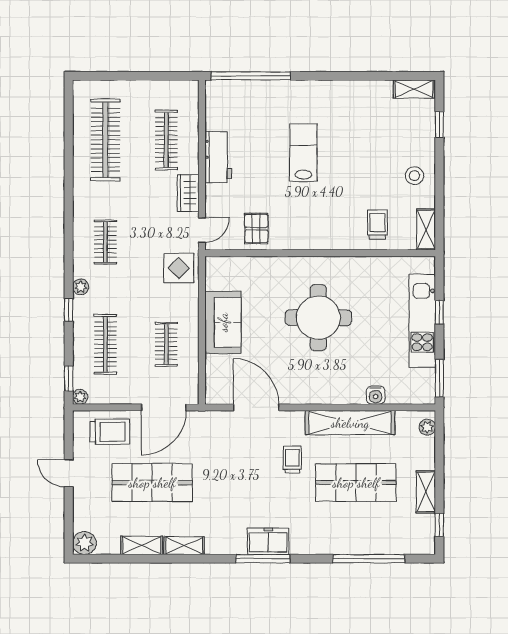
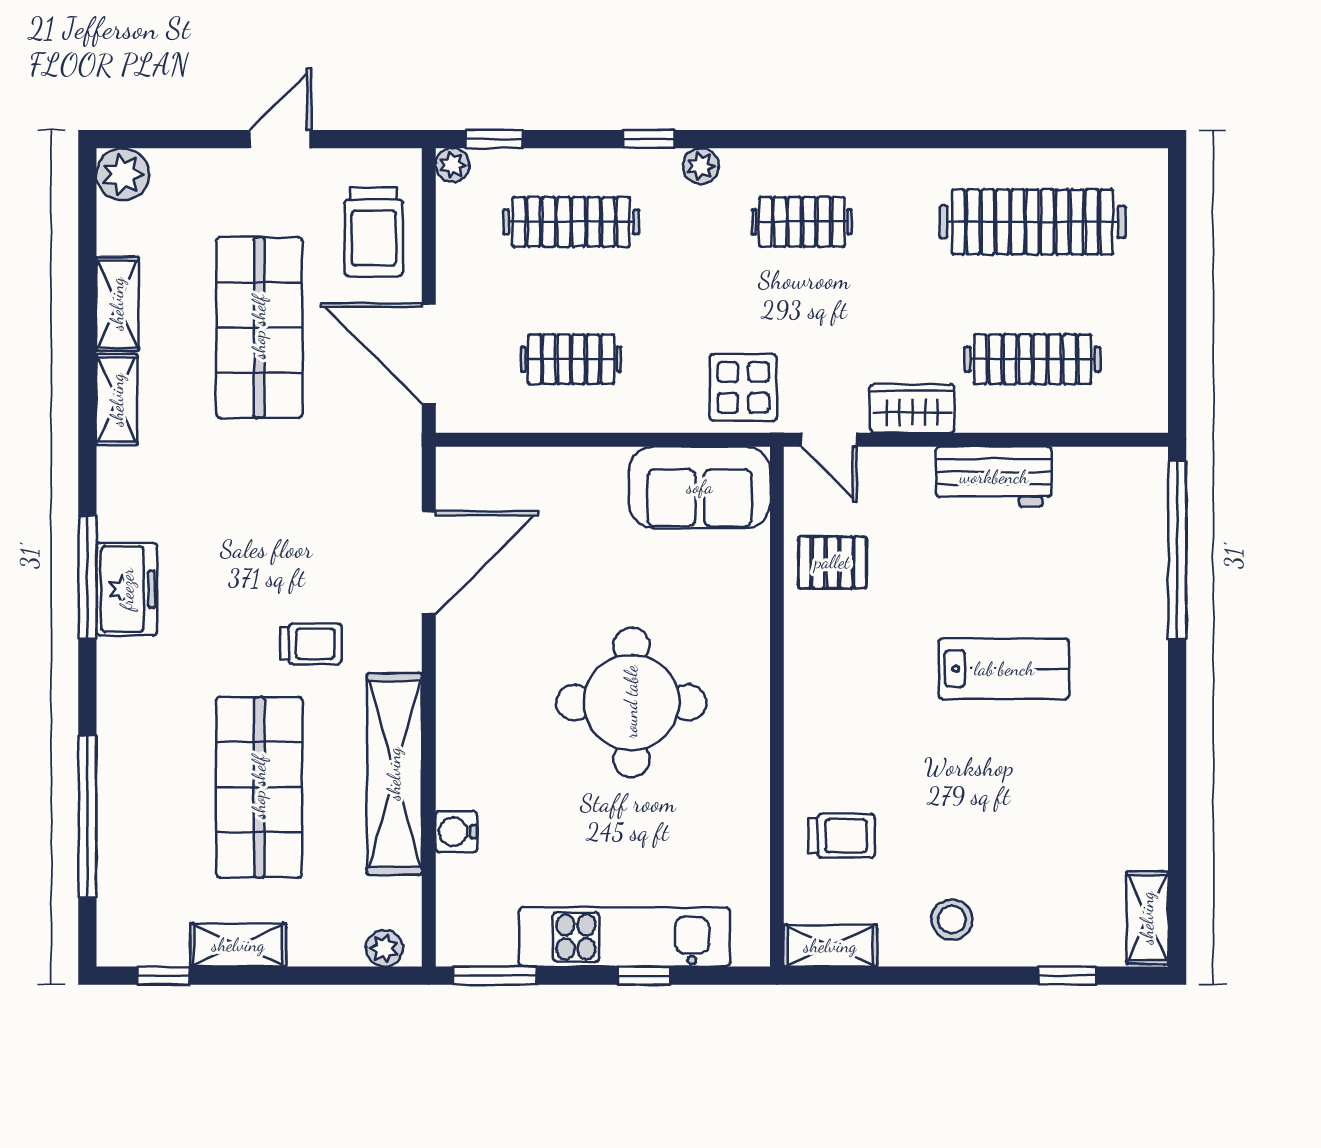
sofa: (223, 322) -> (700, 487), moved

